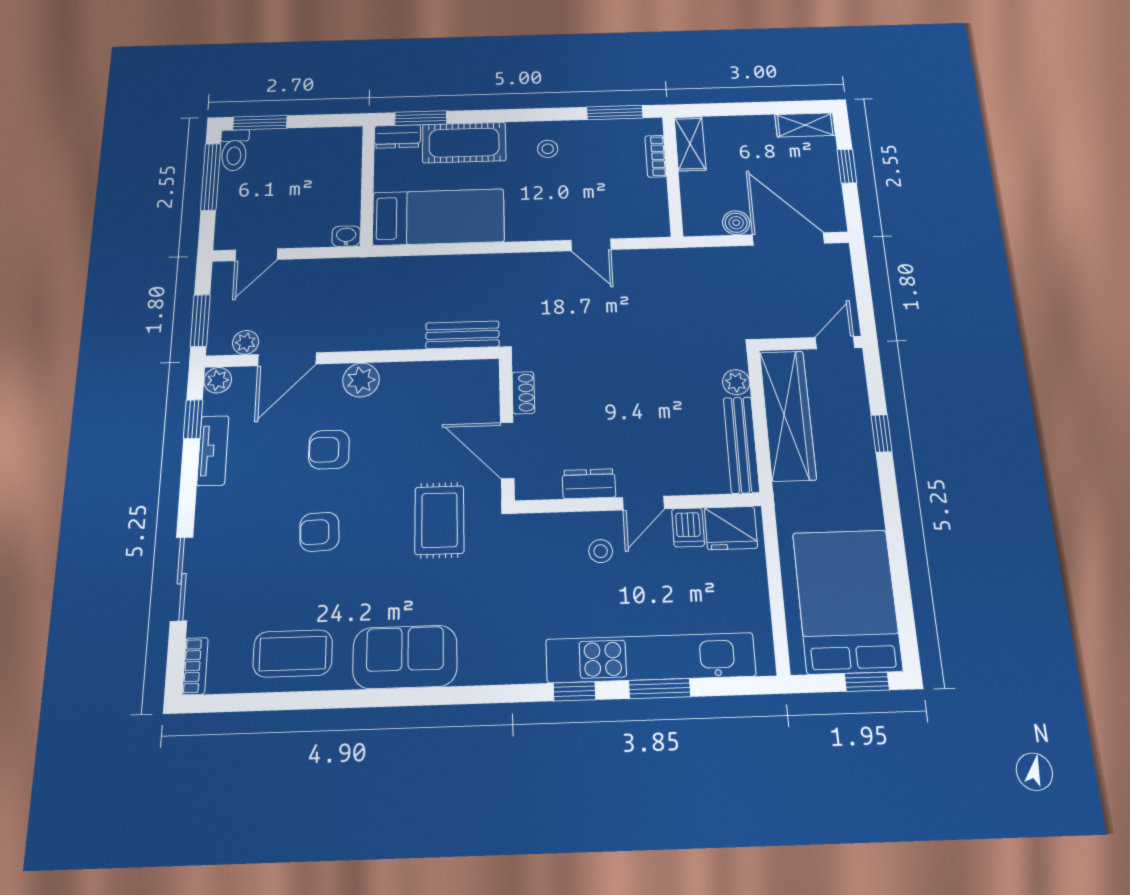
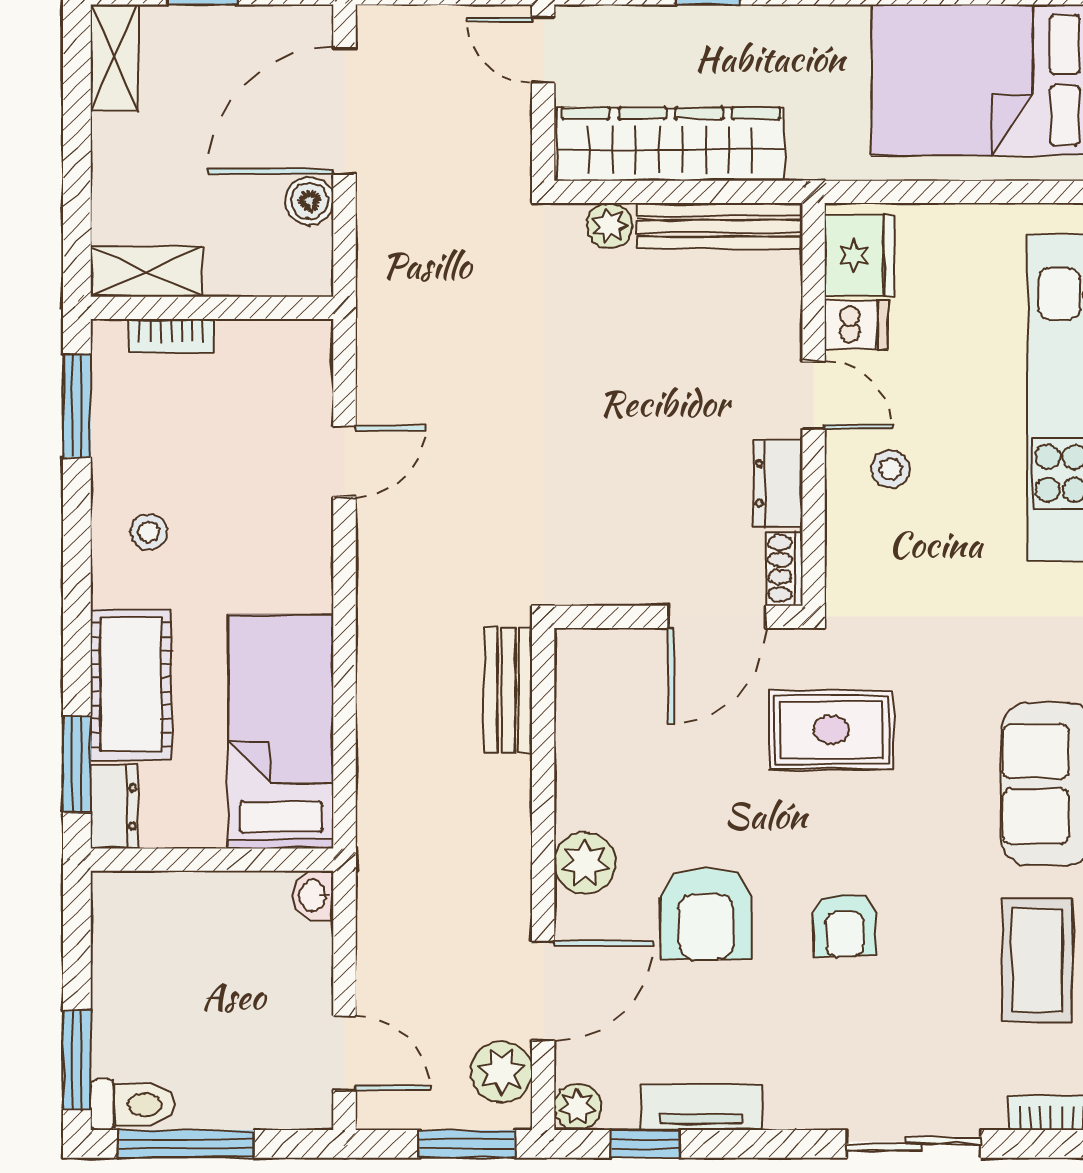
plant: (246, 342) -> (502, 1072), width x1.38, depth x1.38
door: (287, 359) -> (543, 990), hinge flipped
shoe rack: (523, 393) -> (784, 568), moved, turned -90
armchair: (329, 450) -> (706, 914), width x1.38, depth x1.38

